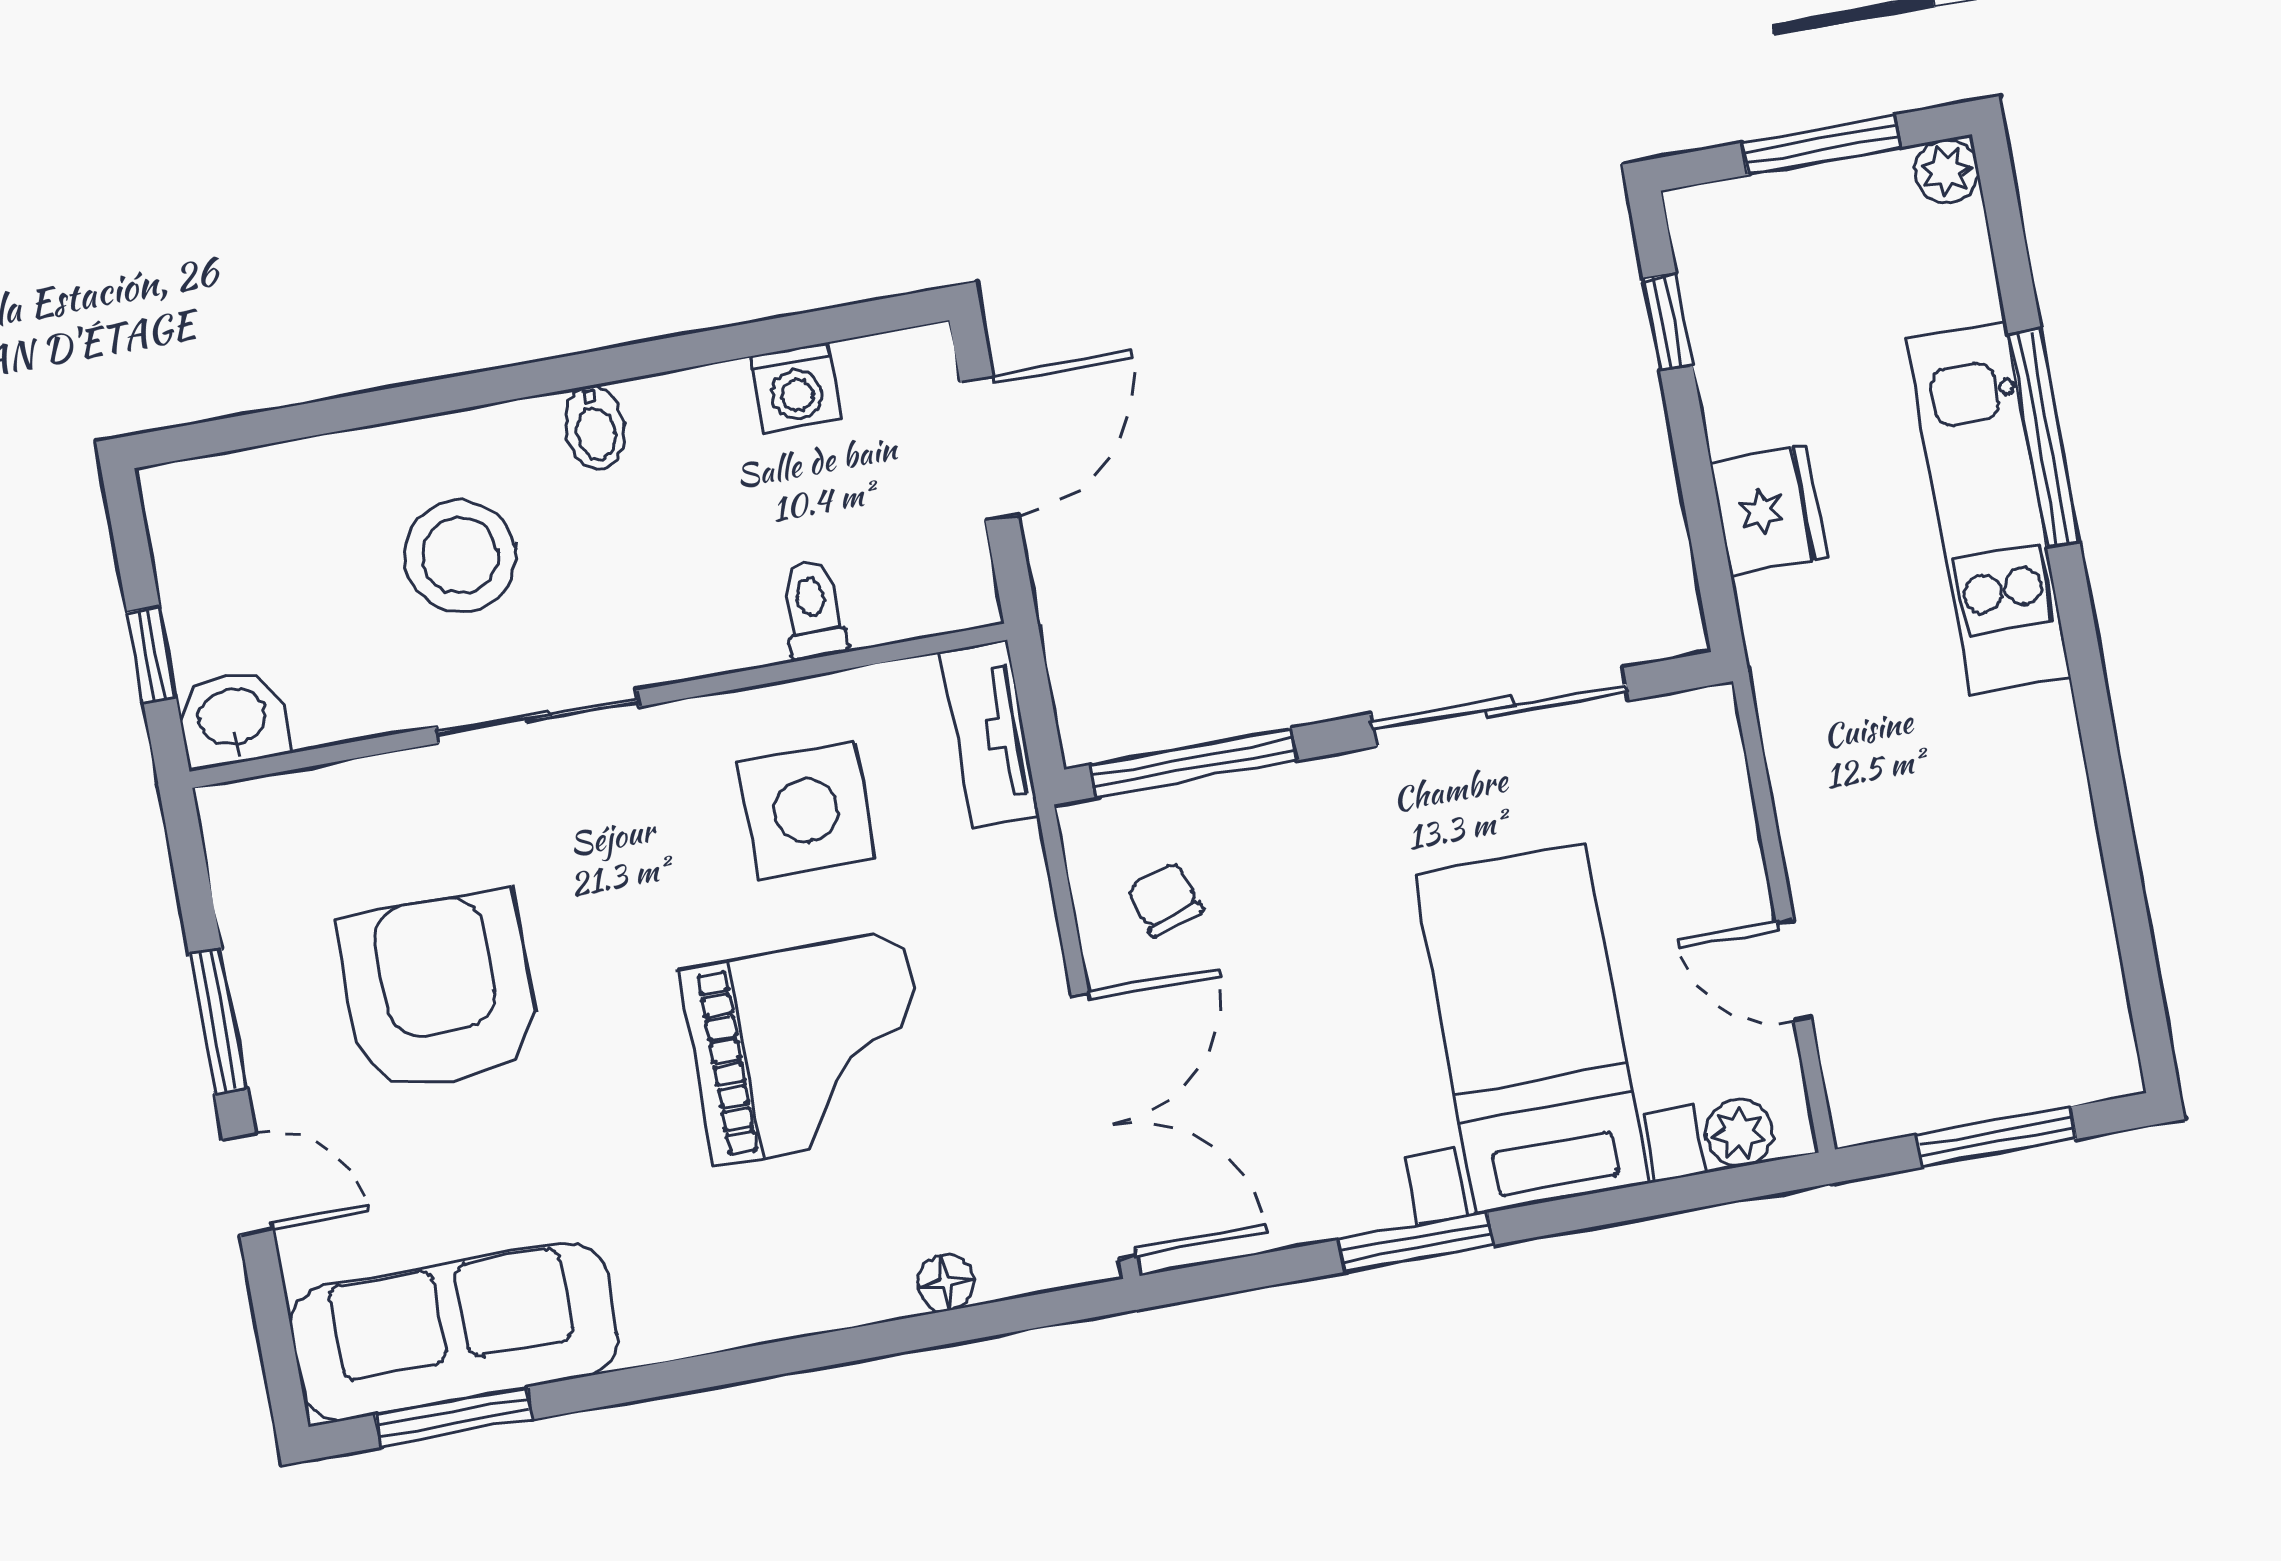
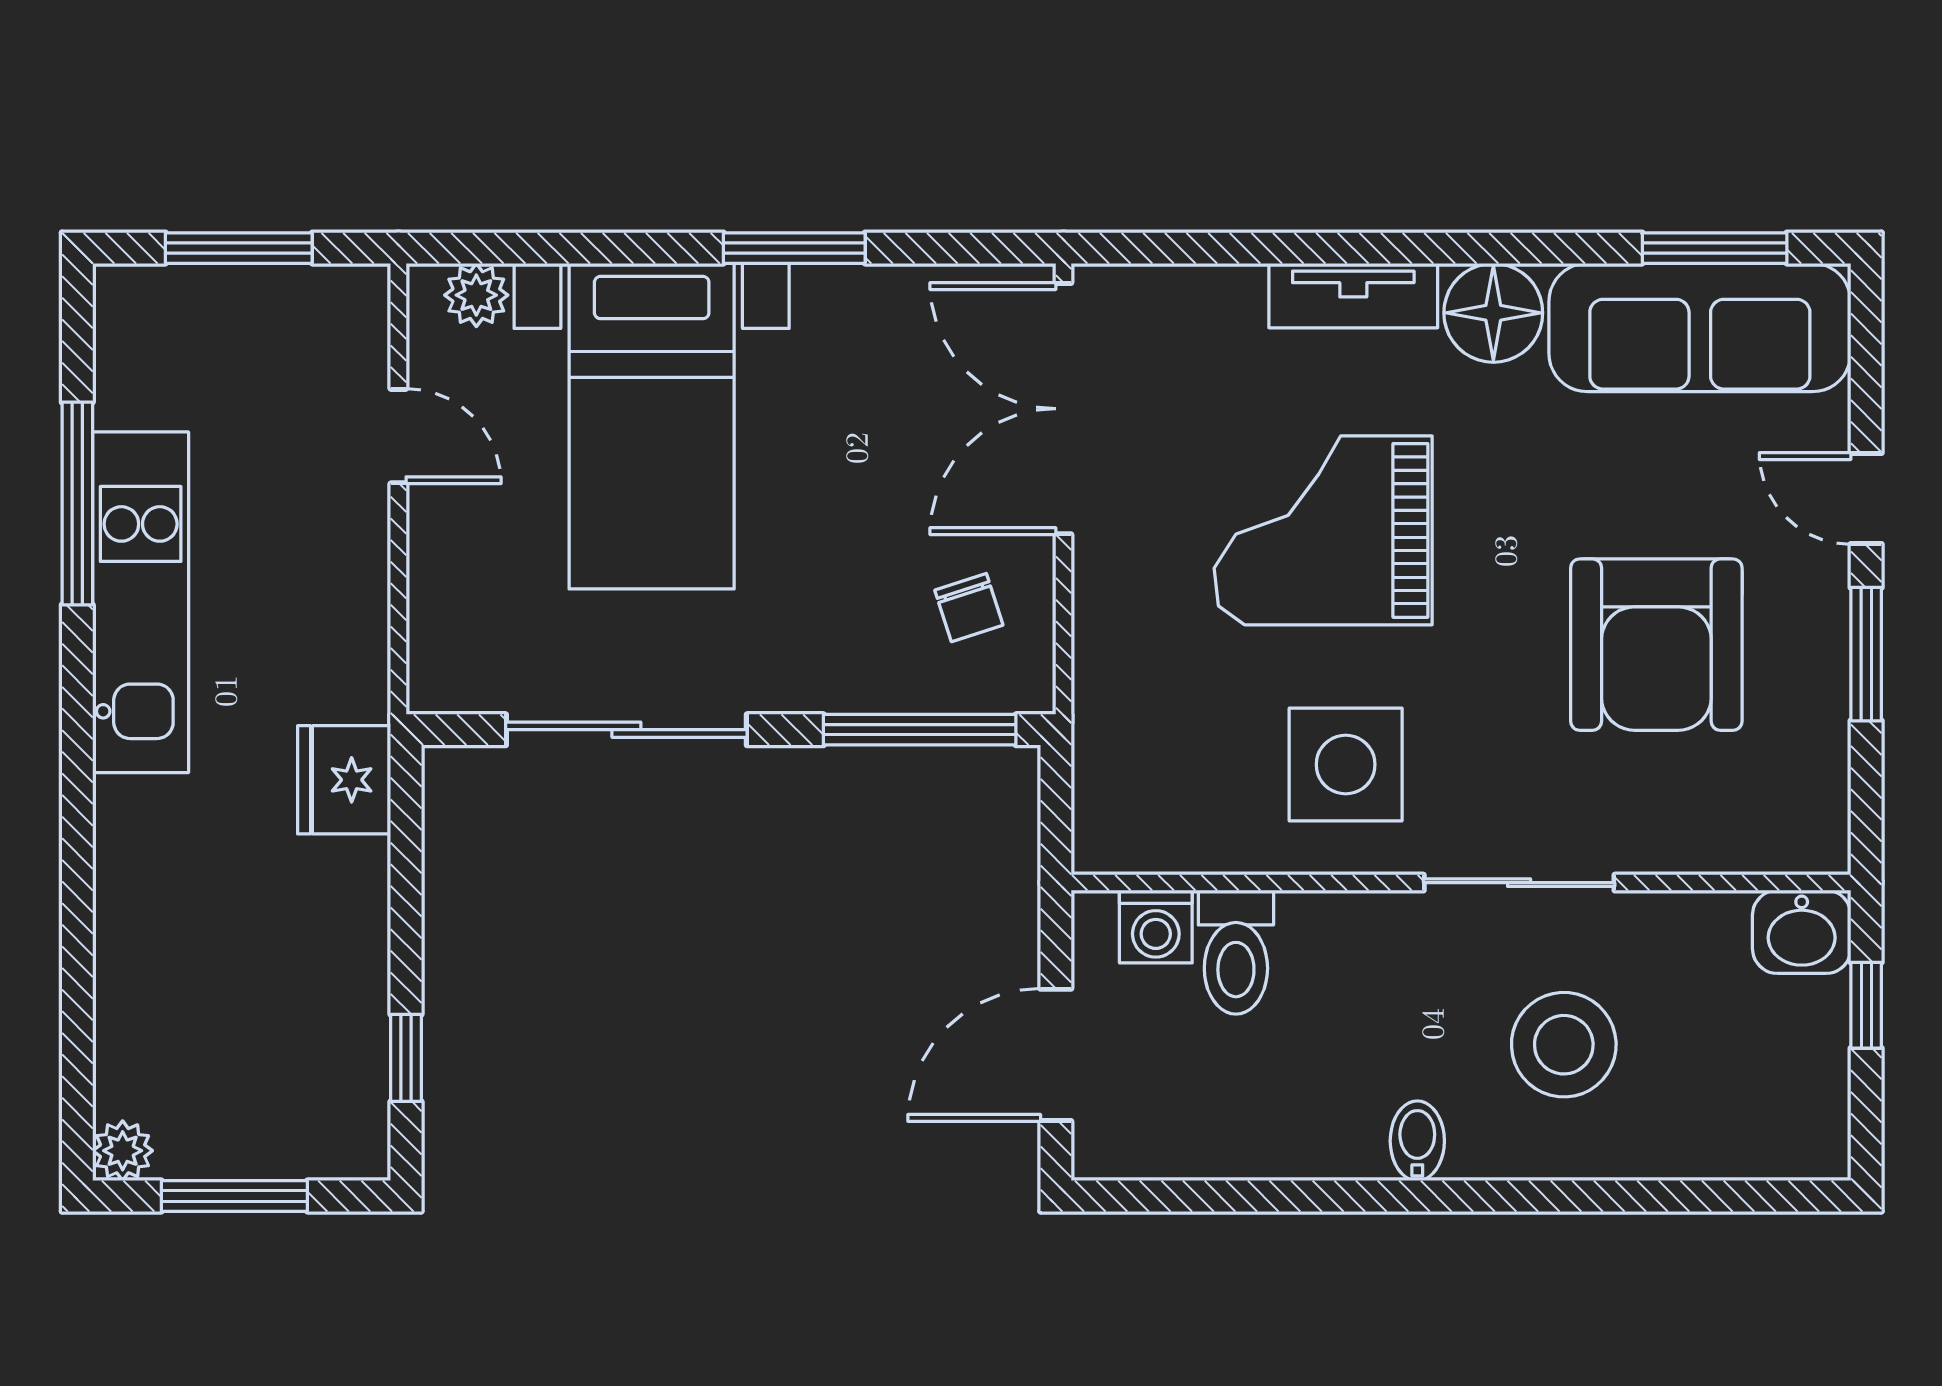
washing machine: (796, 387) -> (1156, 927), moved, turned 180
window: (2044, 438) -> (77, 504), moved
kitchen unit: (1988, 508) -> (141, 602), moved
fridge: (1769, 510) -> (344, 780), moved
toilet: (813, 610) -> (1236, 952), width x1.37, depth x1.39
tv unit: (990, 734) -> (1353, 296), moved, turned 90
side table: (806, 811) -> (1346, 765), moved
floor lamp: (946, 1283) -> (1493, 313), moved, width x1.89, depth x1.89

